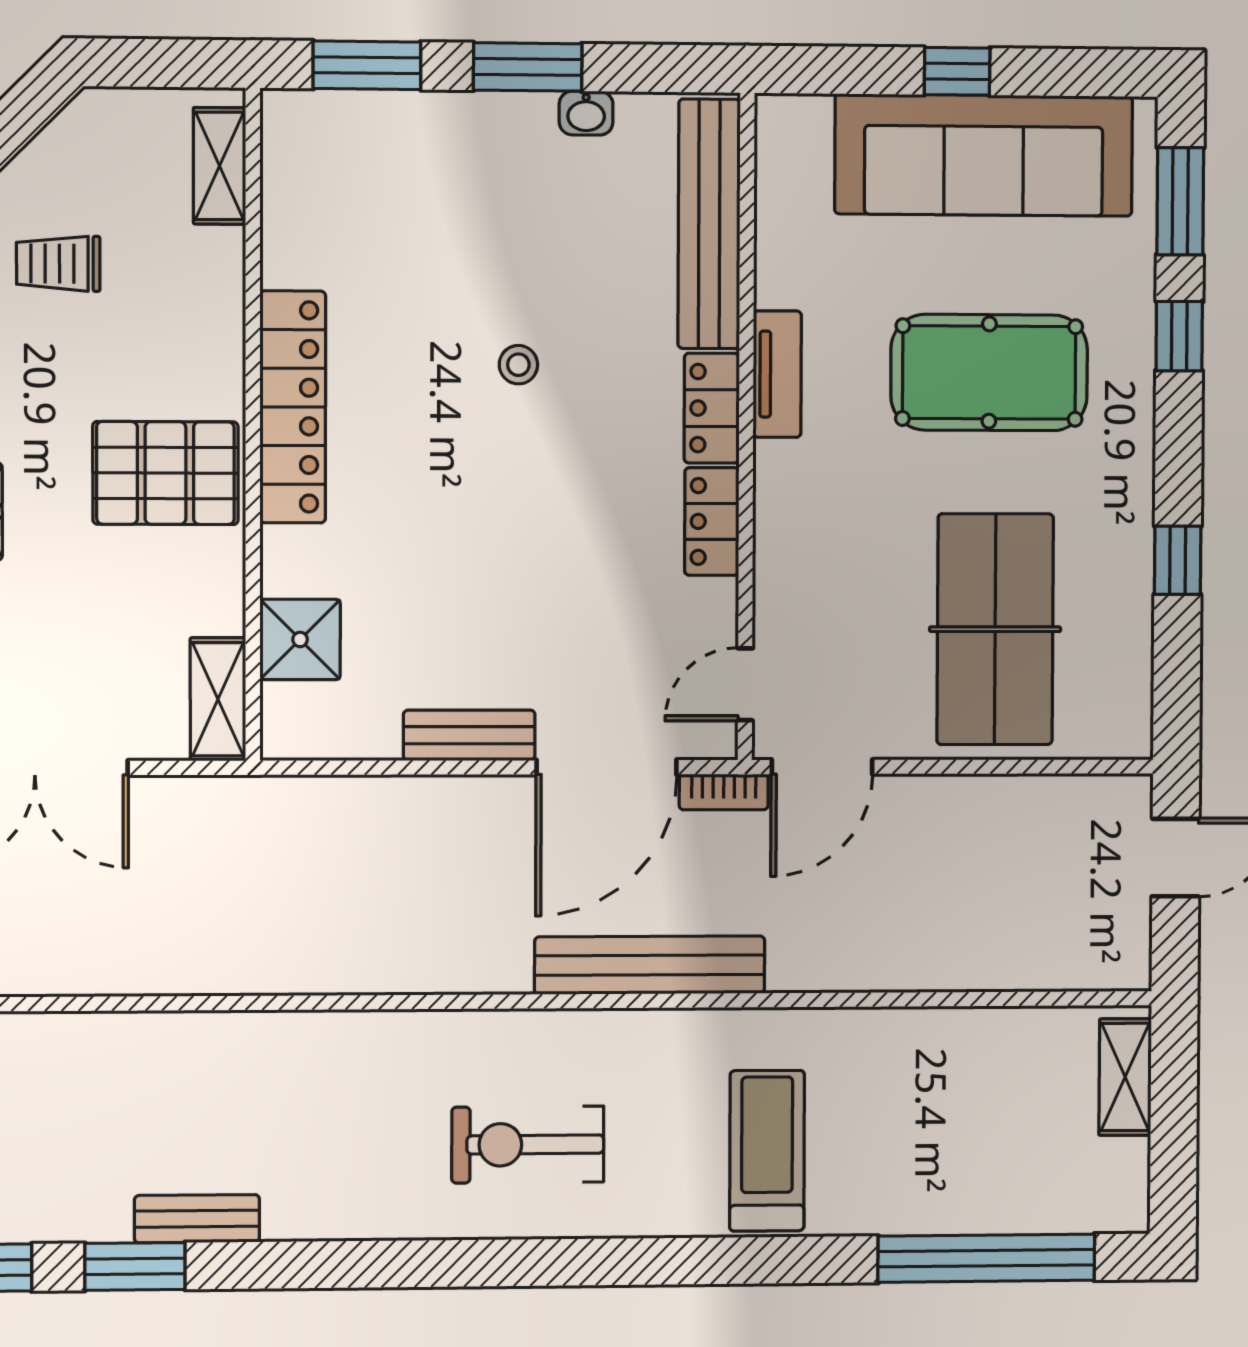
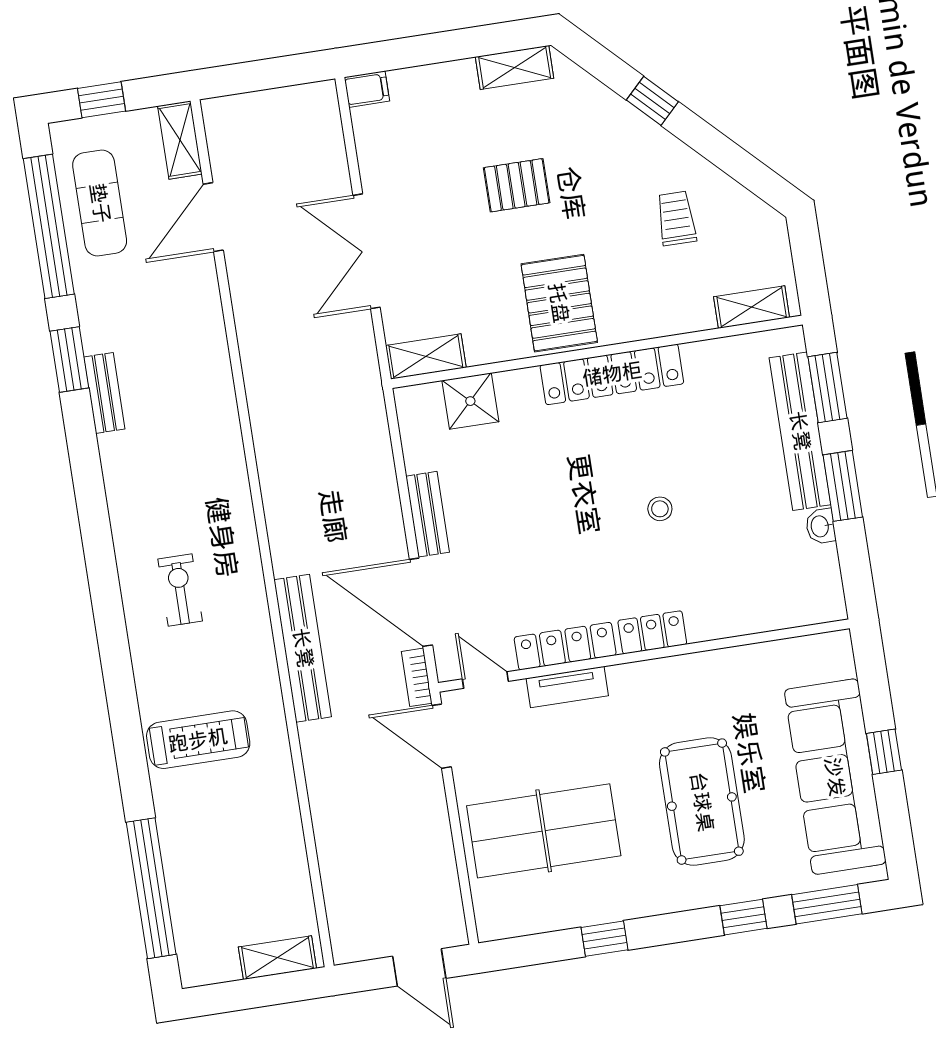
bench: (709, 224) -> (800, 431), moved, turned 90
tv unit: (777, 374) -> (567, 687), moved
locker: (712, 521) -> (565, 646), width x1.53
exercise bike: (528, 1145) -> (180, 590), width x0.73, depth x0.72

